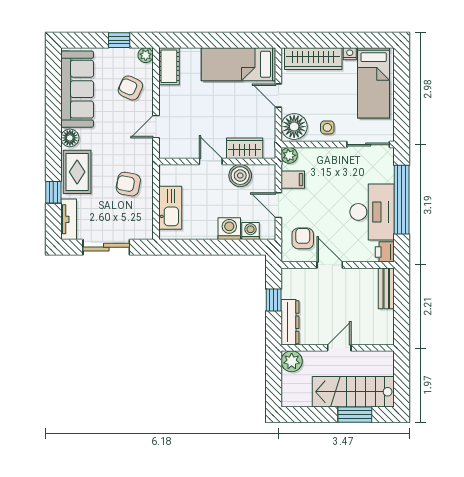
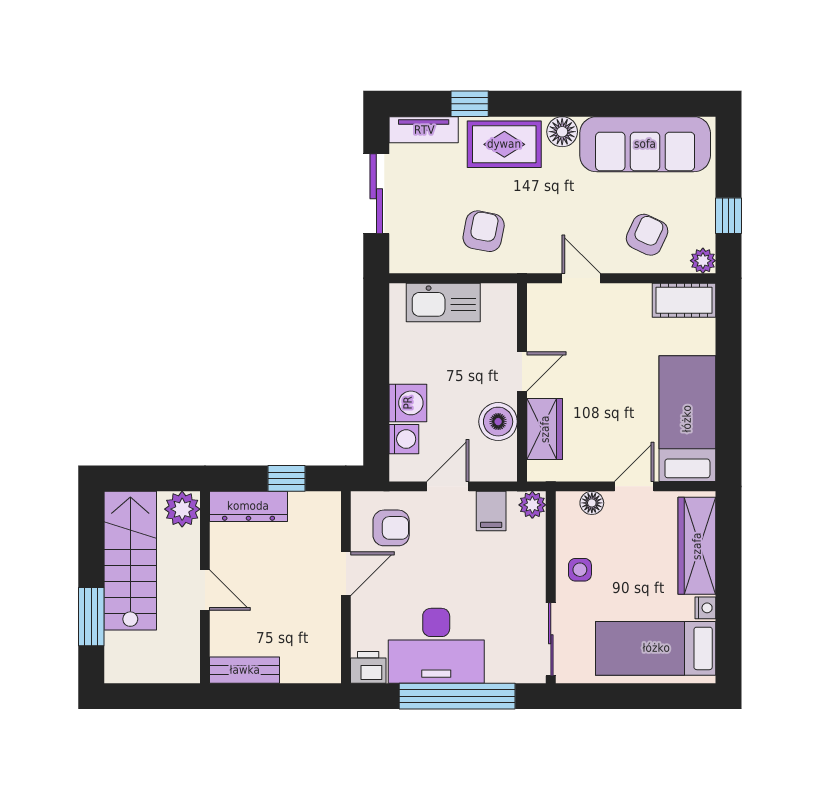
floor lamp: (294, 127) -> (592, 503), width x0.53, depth x0.53
bench: (386, 288) -> (245, 670), moved
stairs: (353, 392) -> (130, 561), moved

